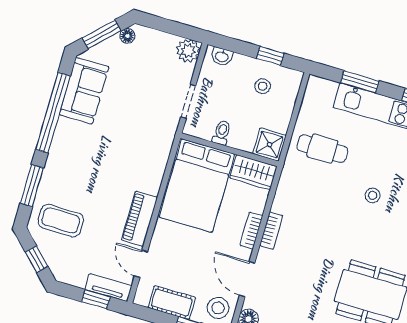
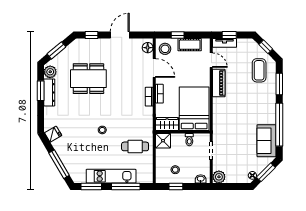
window: (360, 82) -> (126, 187), width x1.44
coffee table: (61, 221) -> (259, 70), turned 90

